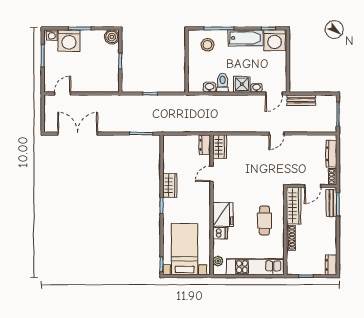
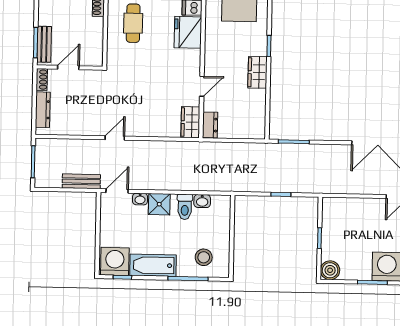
wardrobe: (294, 206) -> (94, 42), removed

